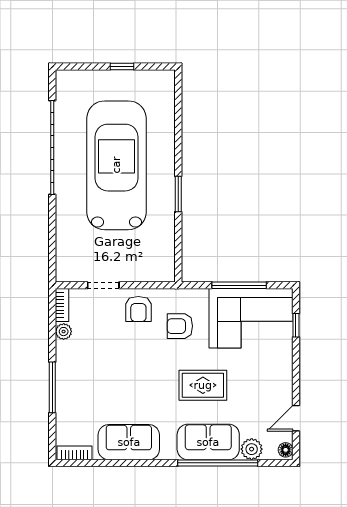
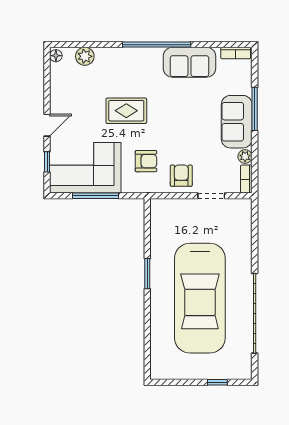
window: (122, 66) -> (217, 382), moved
door: (296, 418) -> (47, 125), moved
sofa: (208, 442) -> (237, 122), moved, turned 90
window: (218, 463) -> (157, 45), moved

